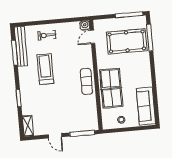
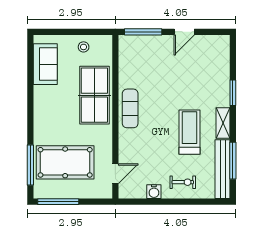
water cooler: (85, 25) -> (154, 192), moved
treadmill: (45, 69) -> (190, 132), turned 180
sofa: (146, 106) -> (45, 64), width x0.73
shelving: (28, 126) -> (223, 123), moved
door: (55, 136) -> (184, 32), swing flipped

